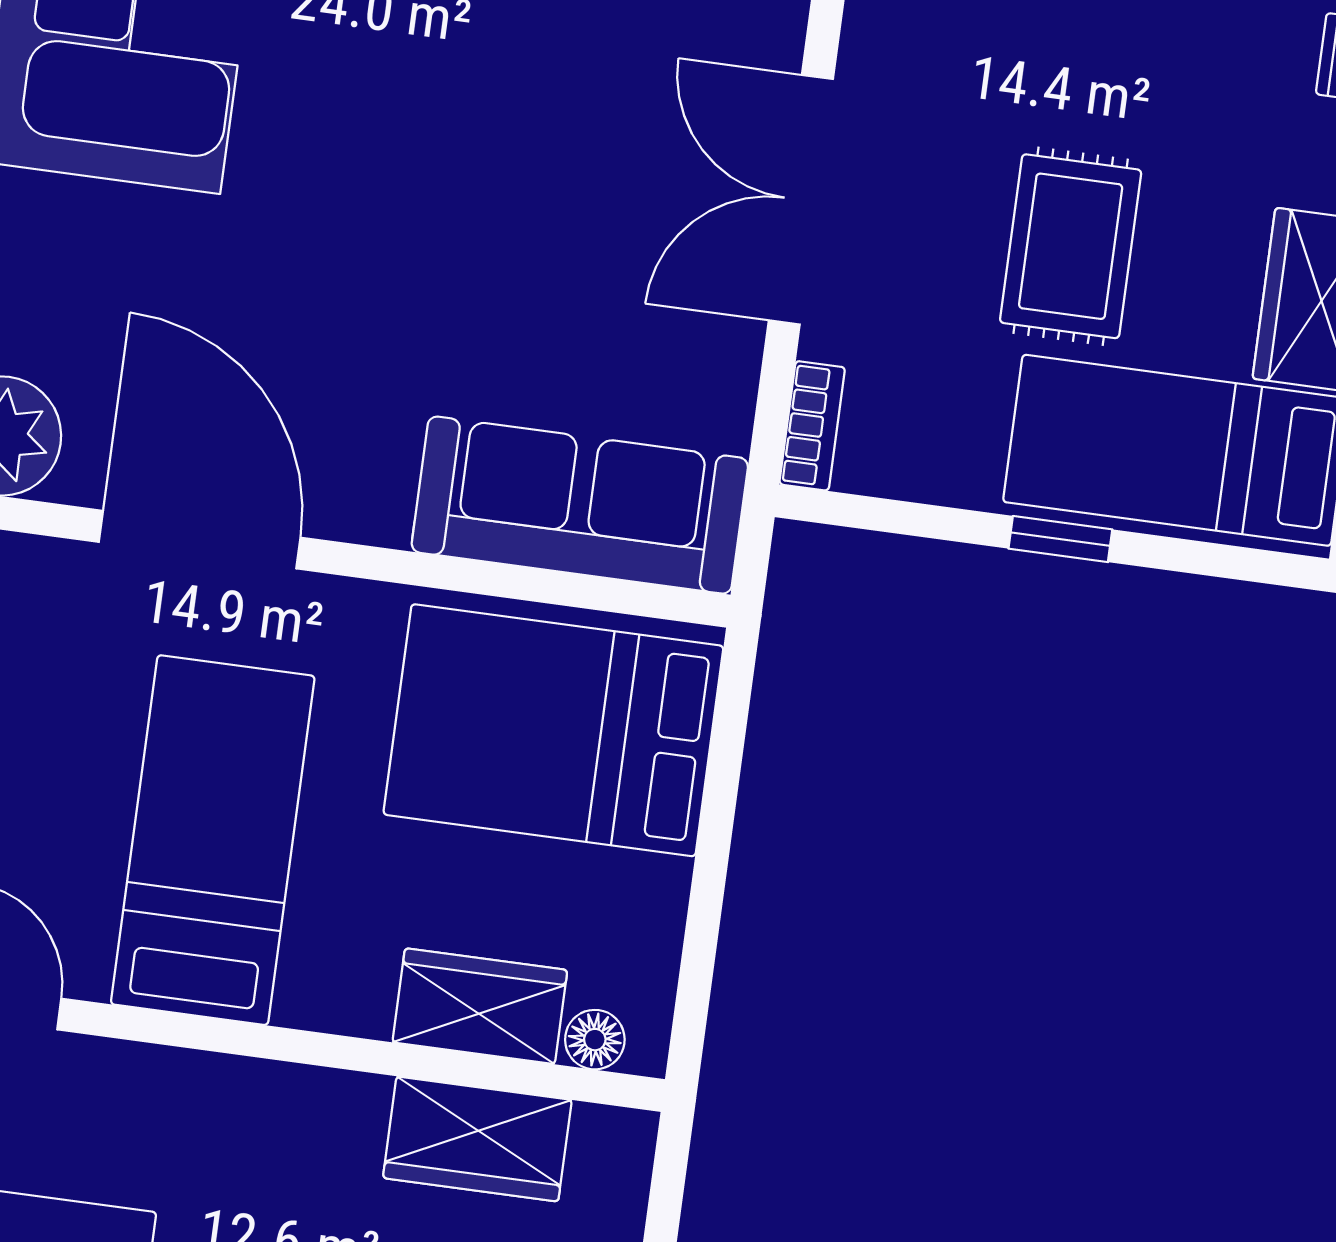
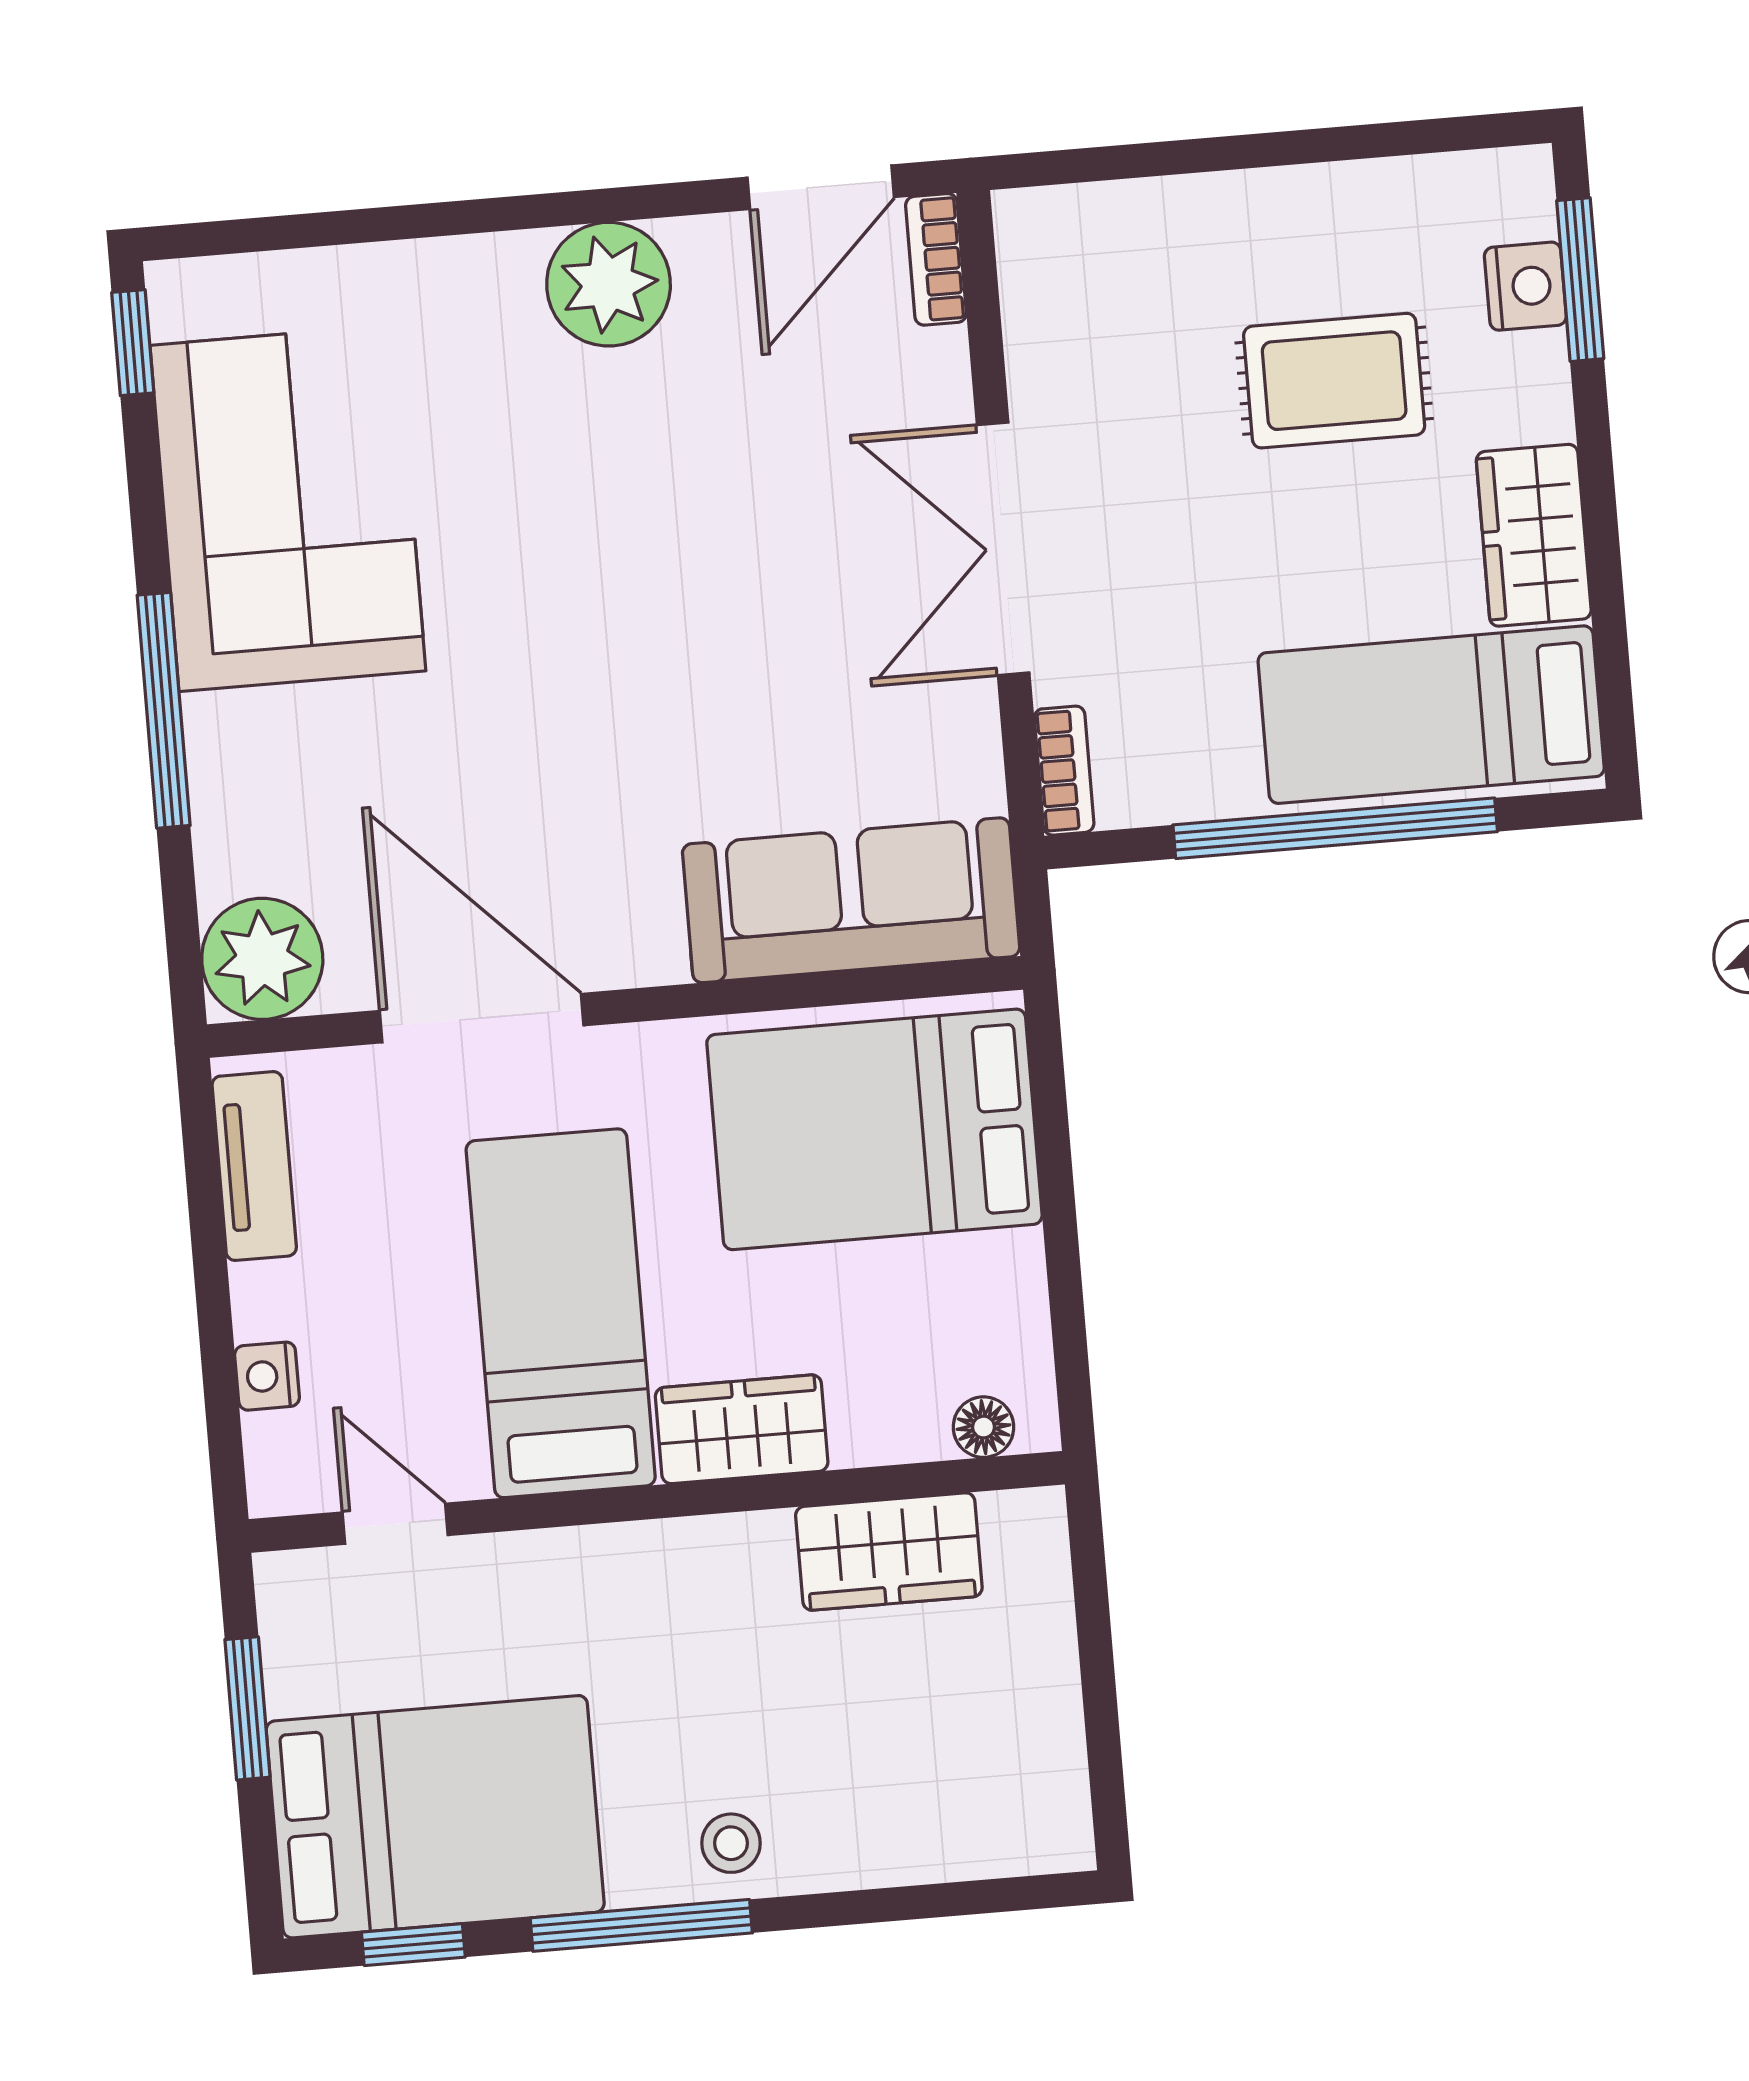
rug: (1071, 246) -> (1334, 381), moved, turned 90
window: (1060, 539) -> (1335, 828), width x3.17
wardrobe: (480, 1006) -> (742, 1429), moved

